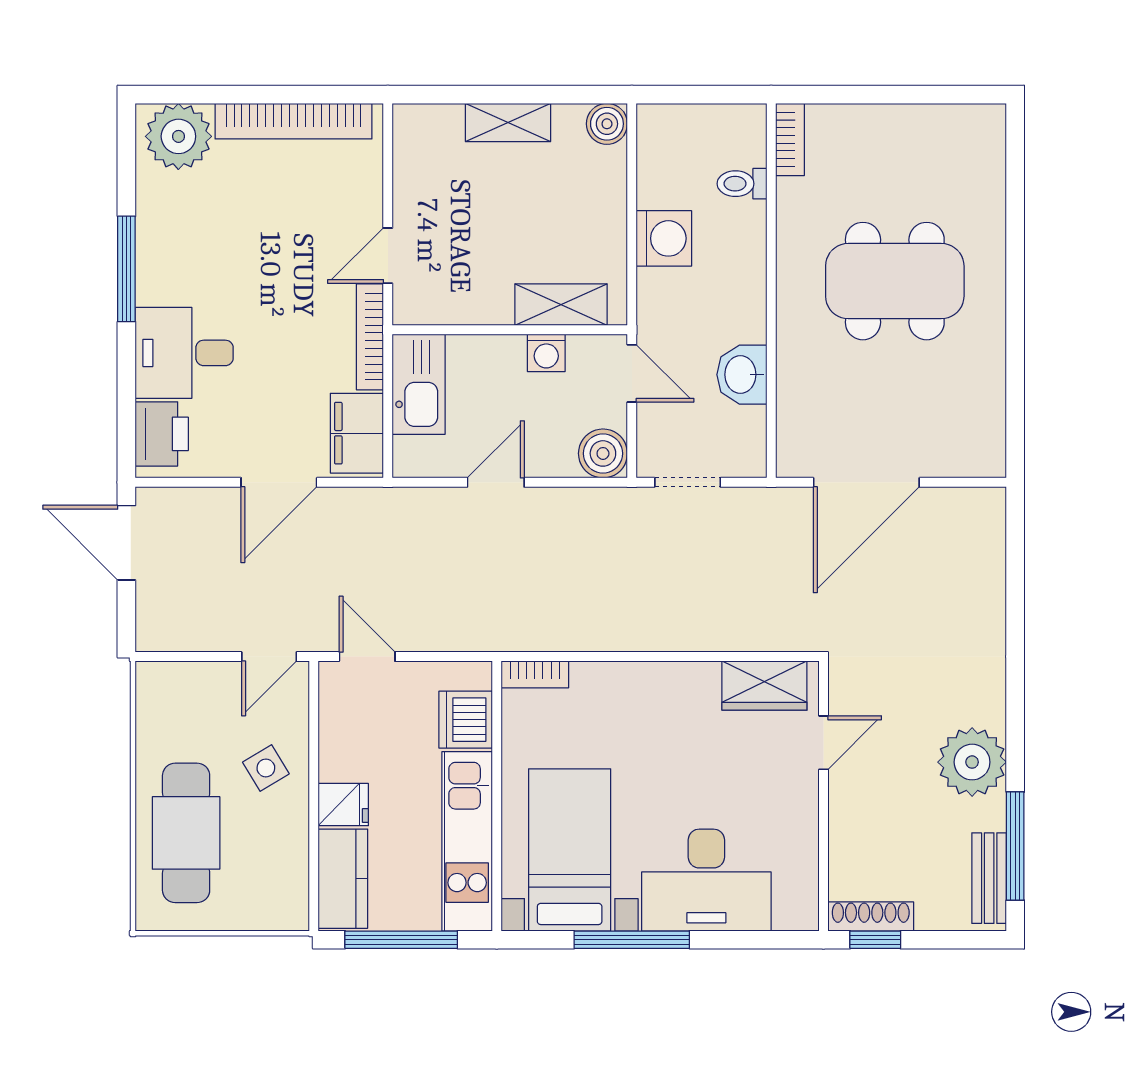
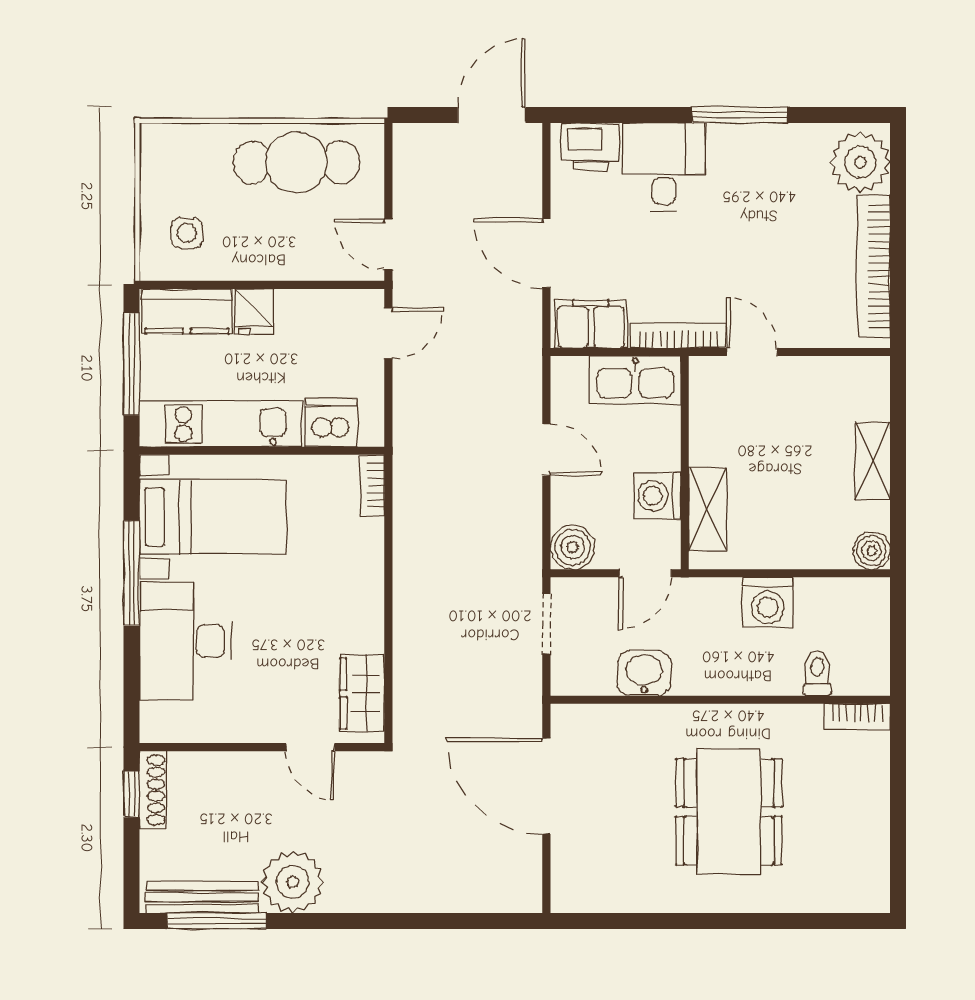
washing machine: (546, 353) -> (657, 496), width x1.38, depth x1.38
side table: (266, 768) -> (187, 233), moved, turned 31
cafe table: (186, 833) -> (296, 162), moved
bench: (989, 878) -> (202, 897), width x1.36

